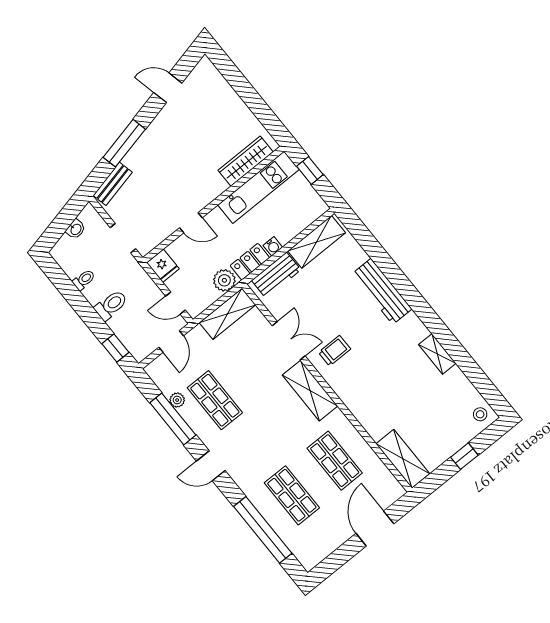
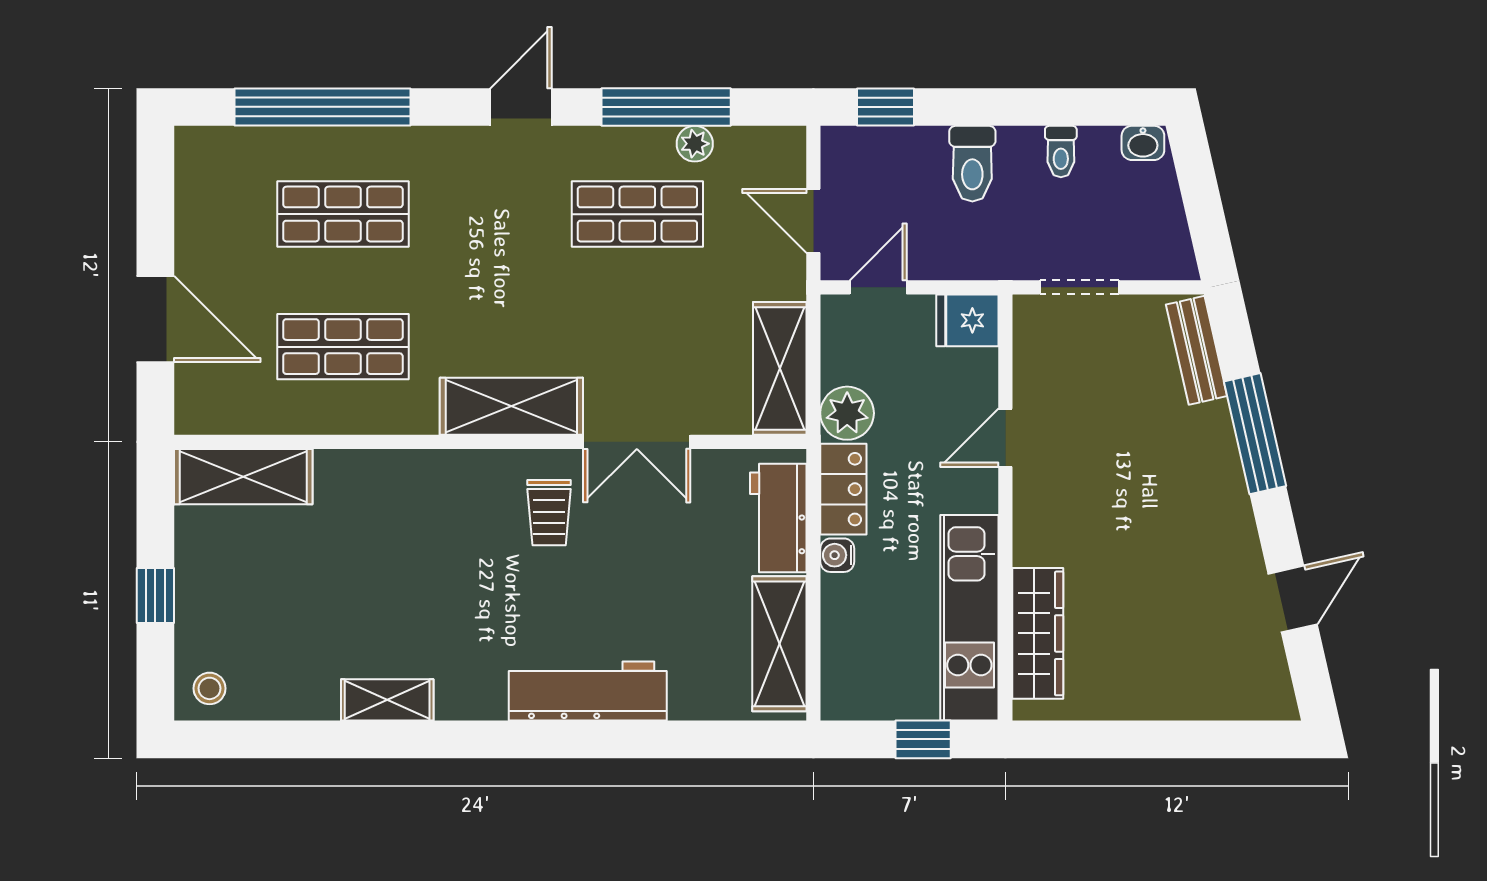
washbasin: (76, 229) -> (1143, 143), moved, turned -77

